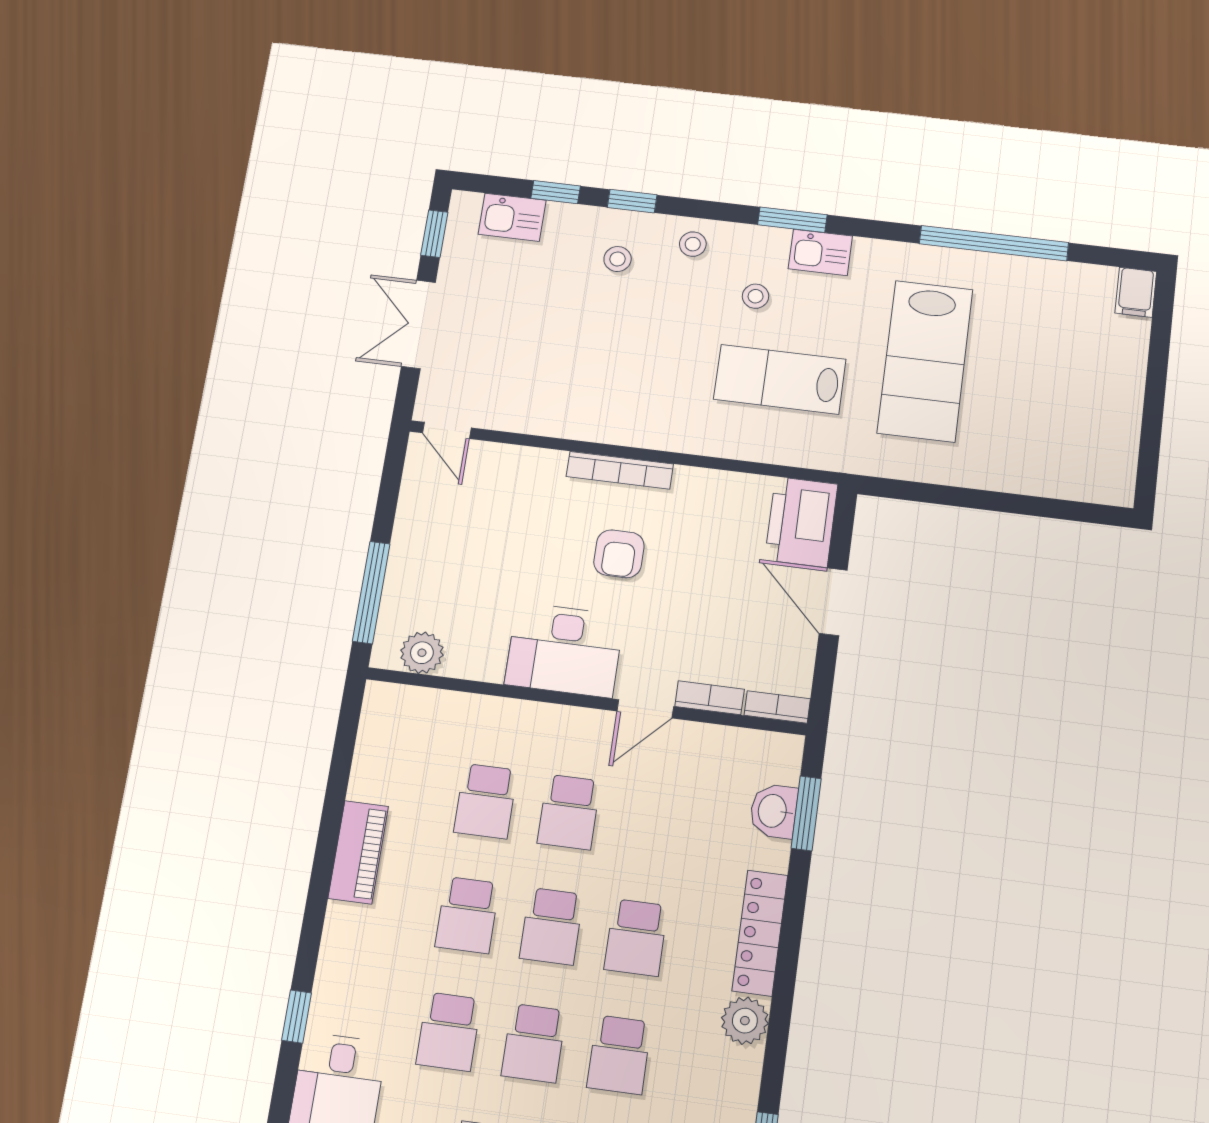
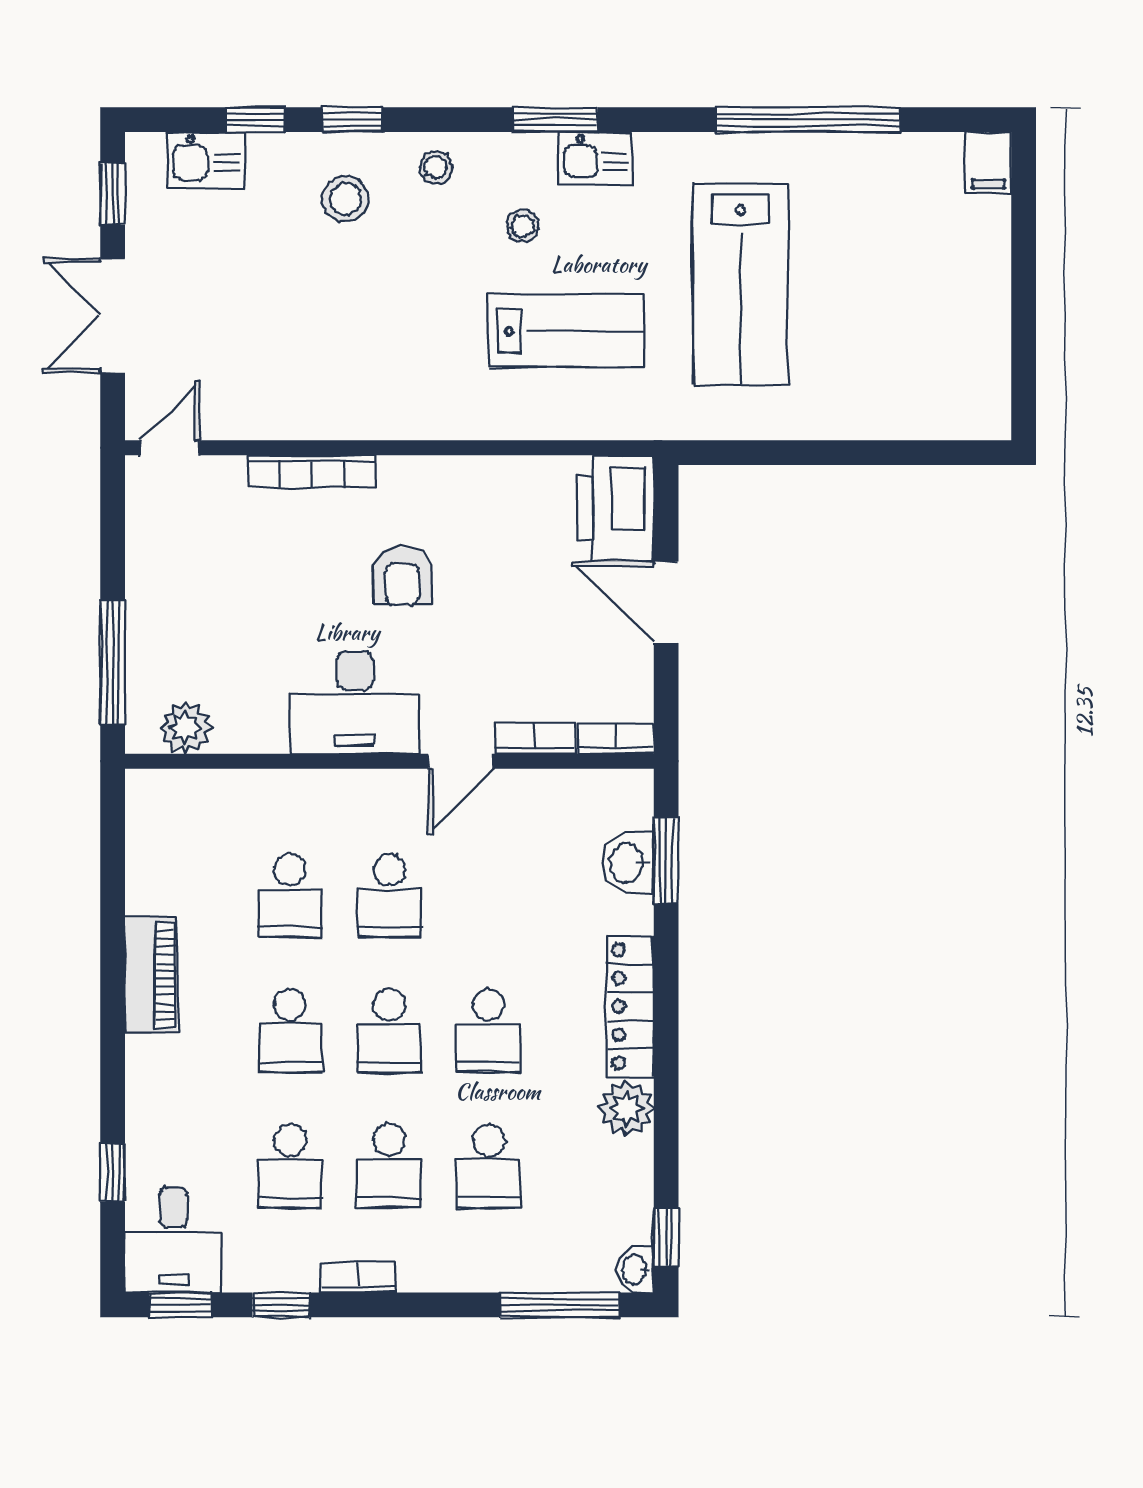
stool: (618, 259) -> (345, 199), width x1.37, depth x1.37
lab bench: (780, 379) -> (566, 331), turned 180
door: (447, 430) -> (170, 448), swing flipped
bookcase: (620, 470) -> (312, 471), moved

